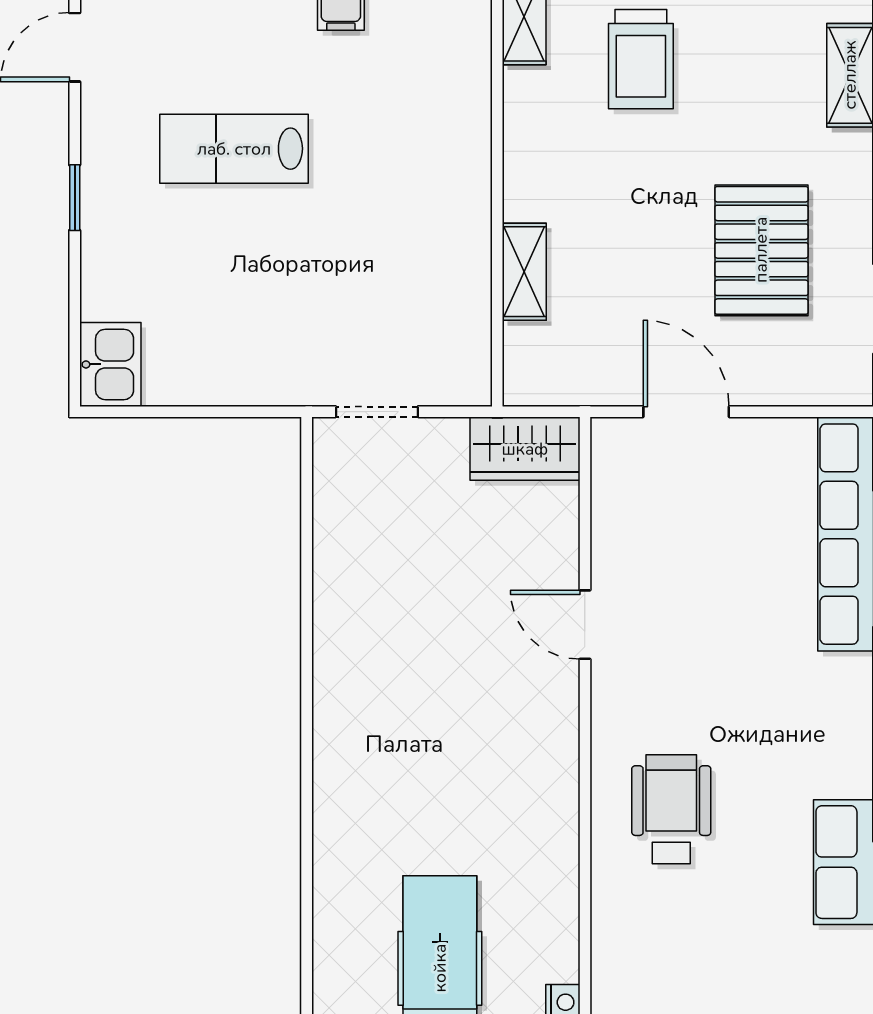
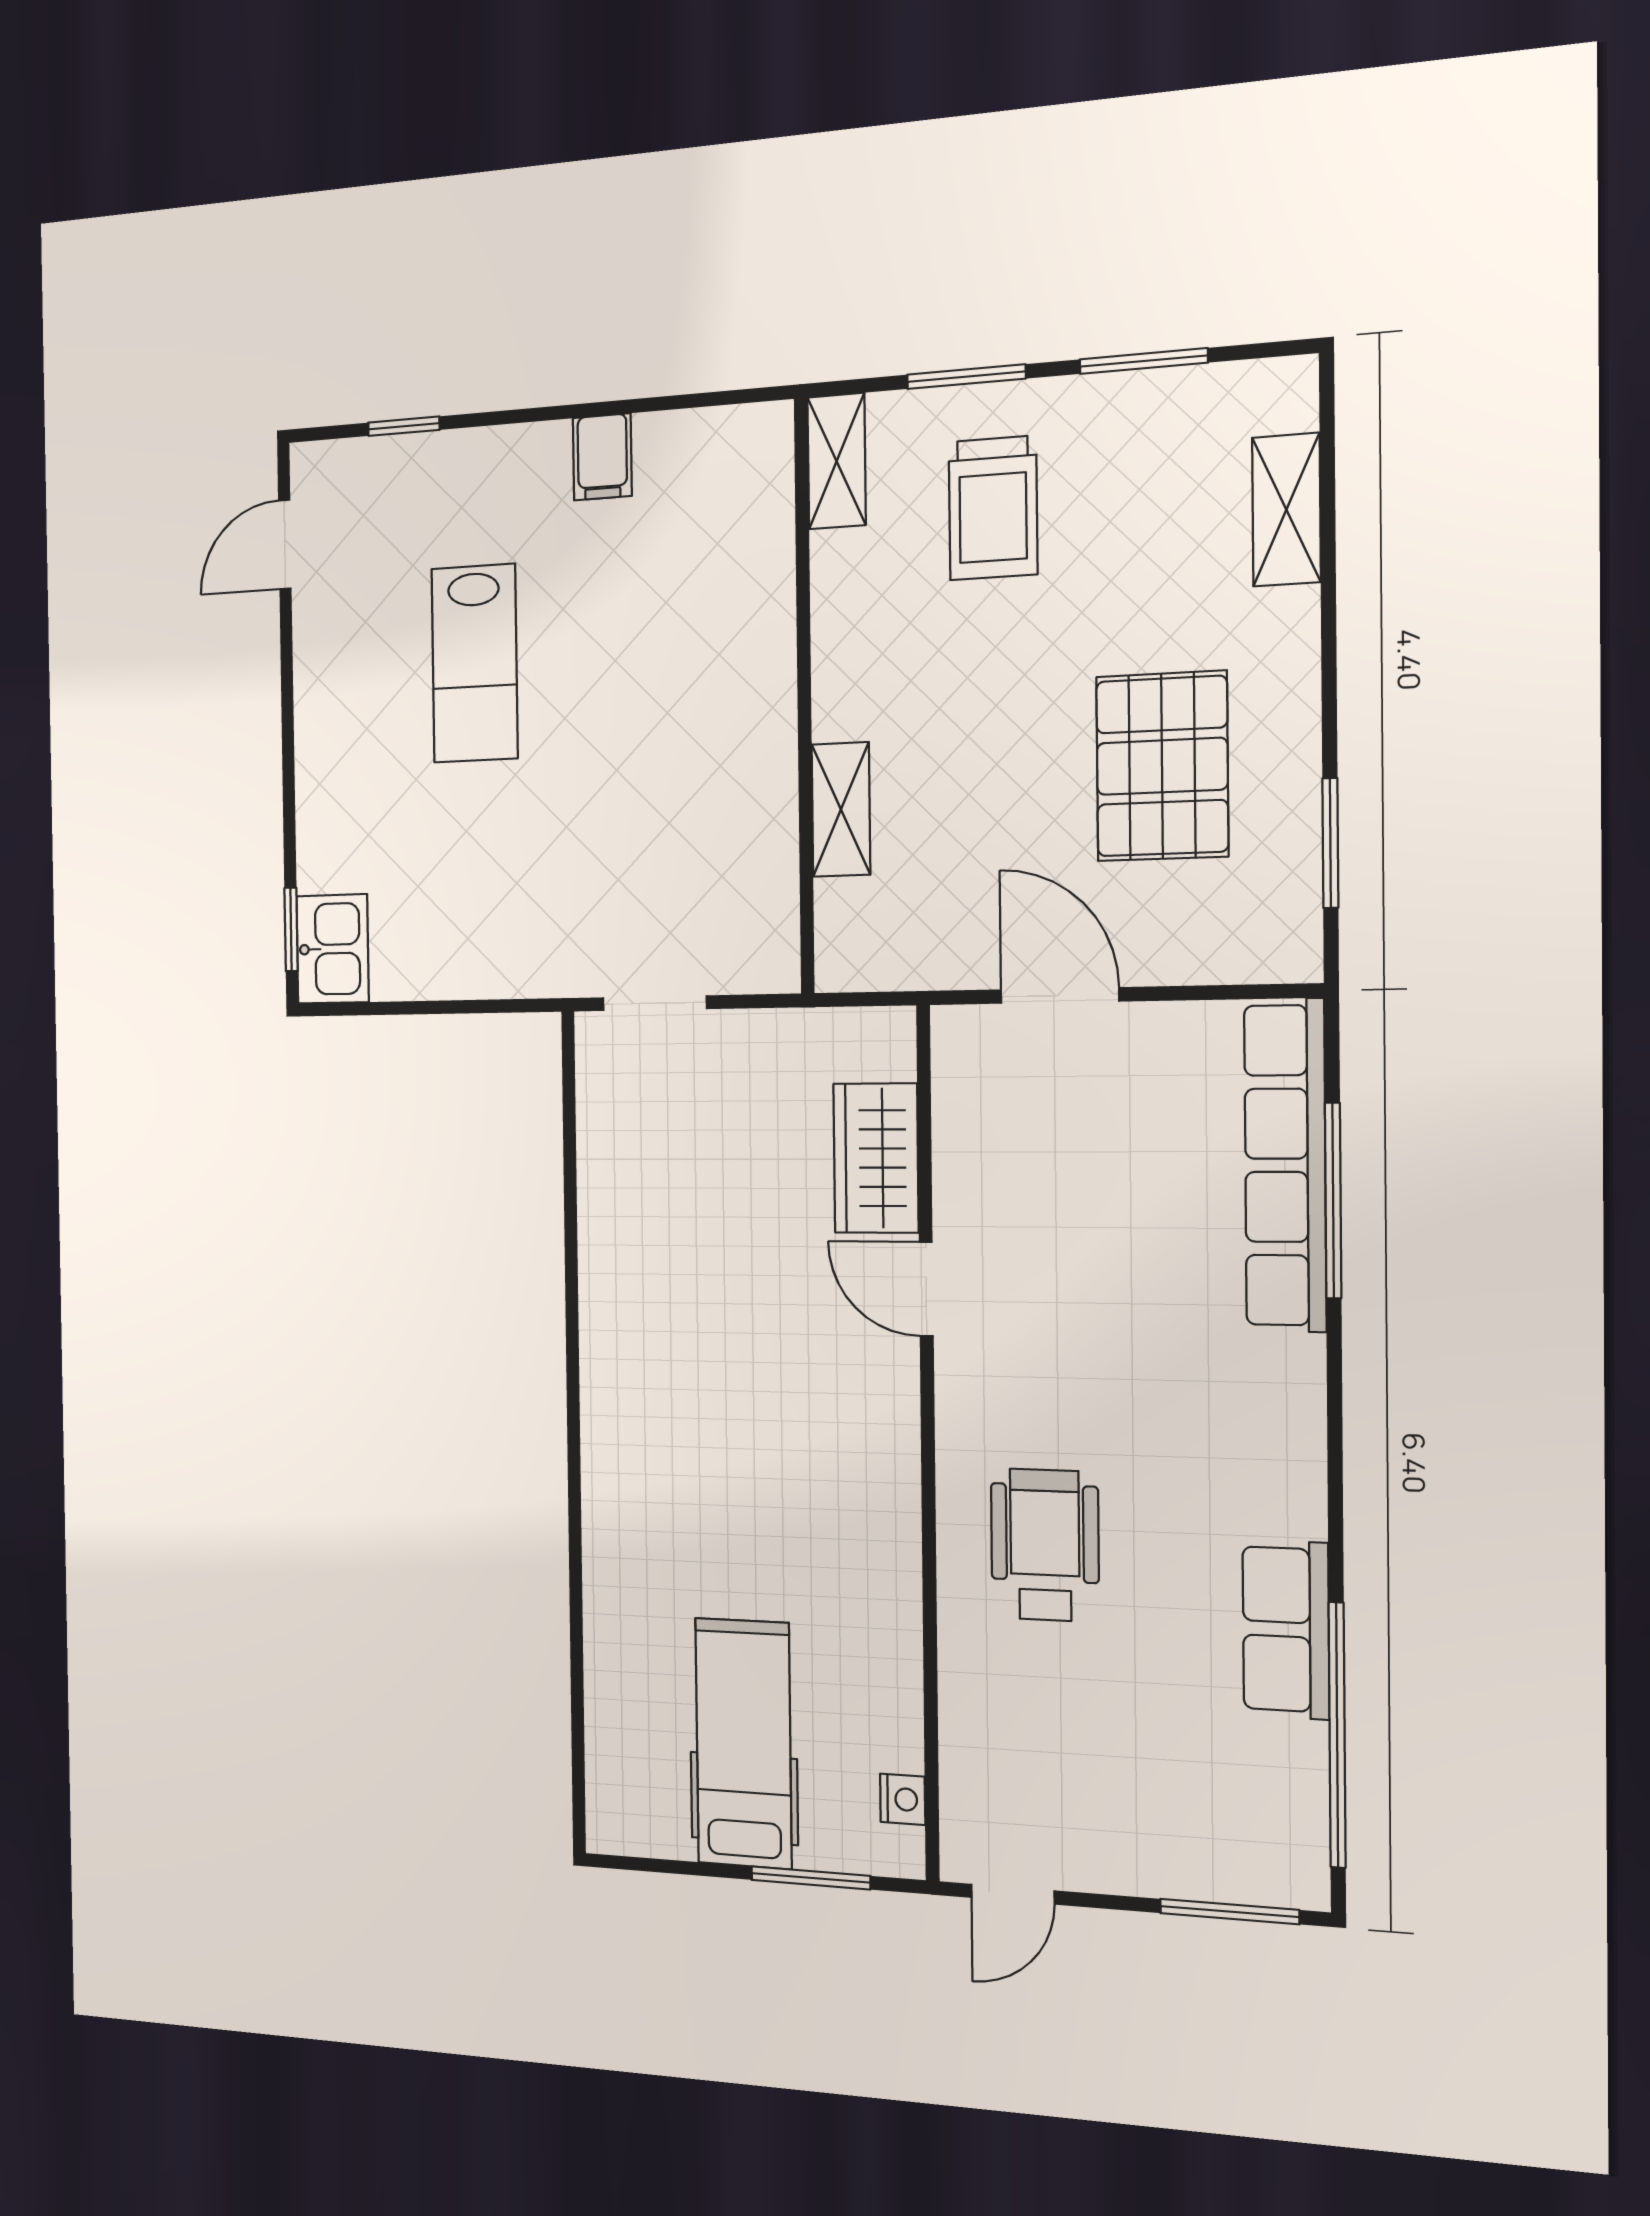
lab bench: (234, 149) -> (475, 663), turned -90
window: (75, 198) -> (291, 929), moved
wardrobe: (525, 449) -> (876, 1158), moved, turned 90

